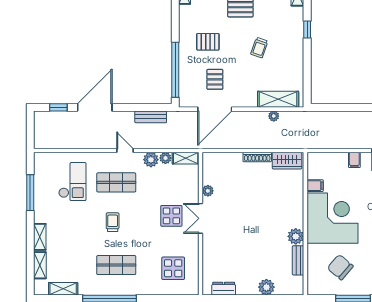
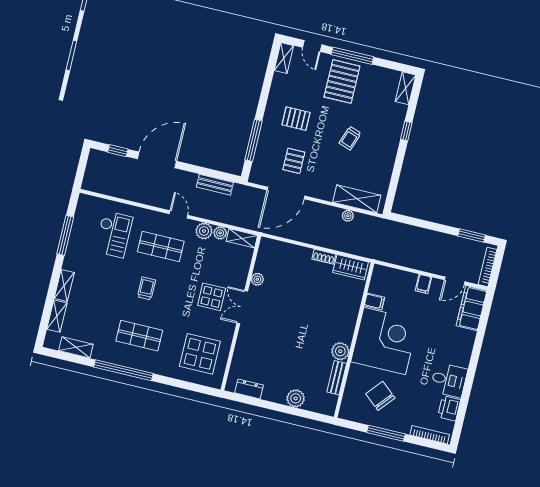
window: (175, 70) -> (253, 140), width x0.68
shoe rack: (257, 157) -> (324, 257), width x0.70
display table: (173, 268) -> (200, 354), width x1.36, depth x1.36

